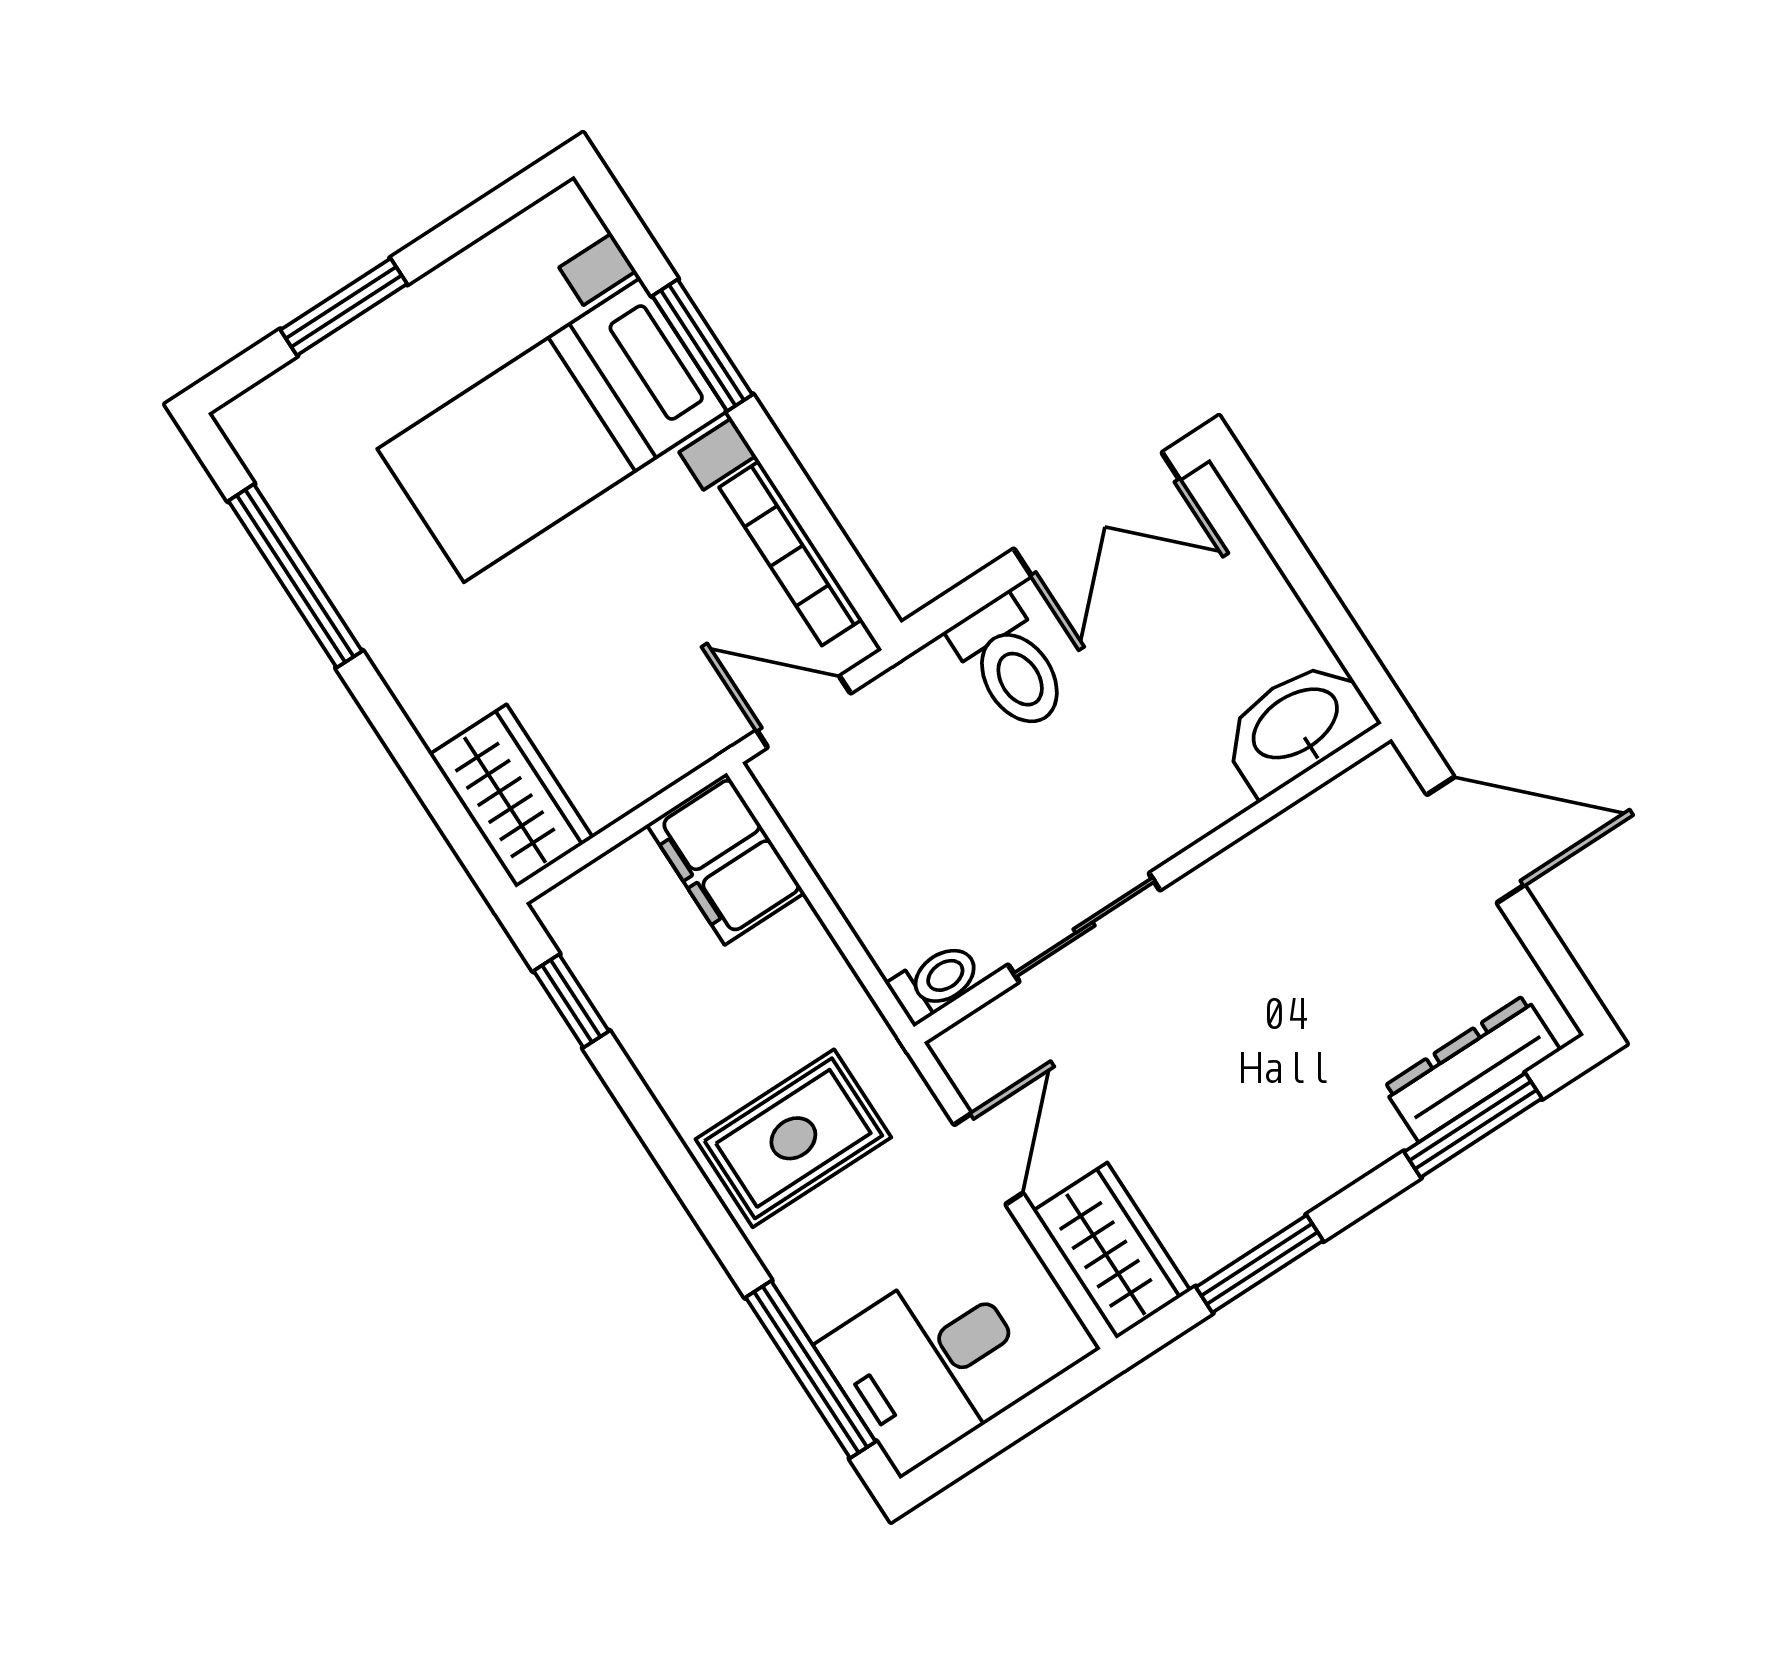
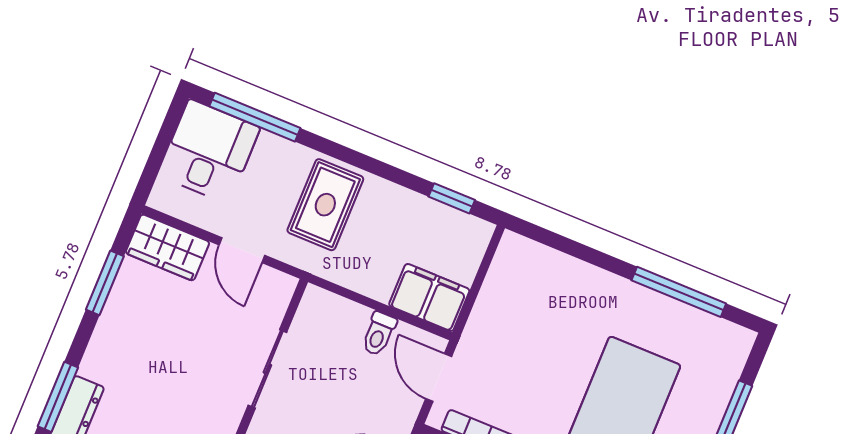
door: (804, 712) -> (439, 378), swing flipped
wardrobe: (511, 796) -> (532, 264), removed
toilet: (935, 982) -> (379, 334), moved

